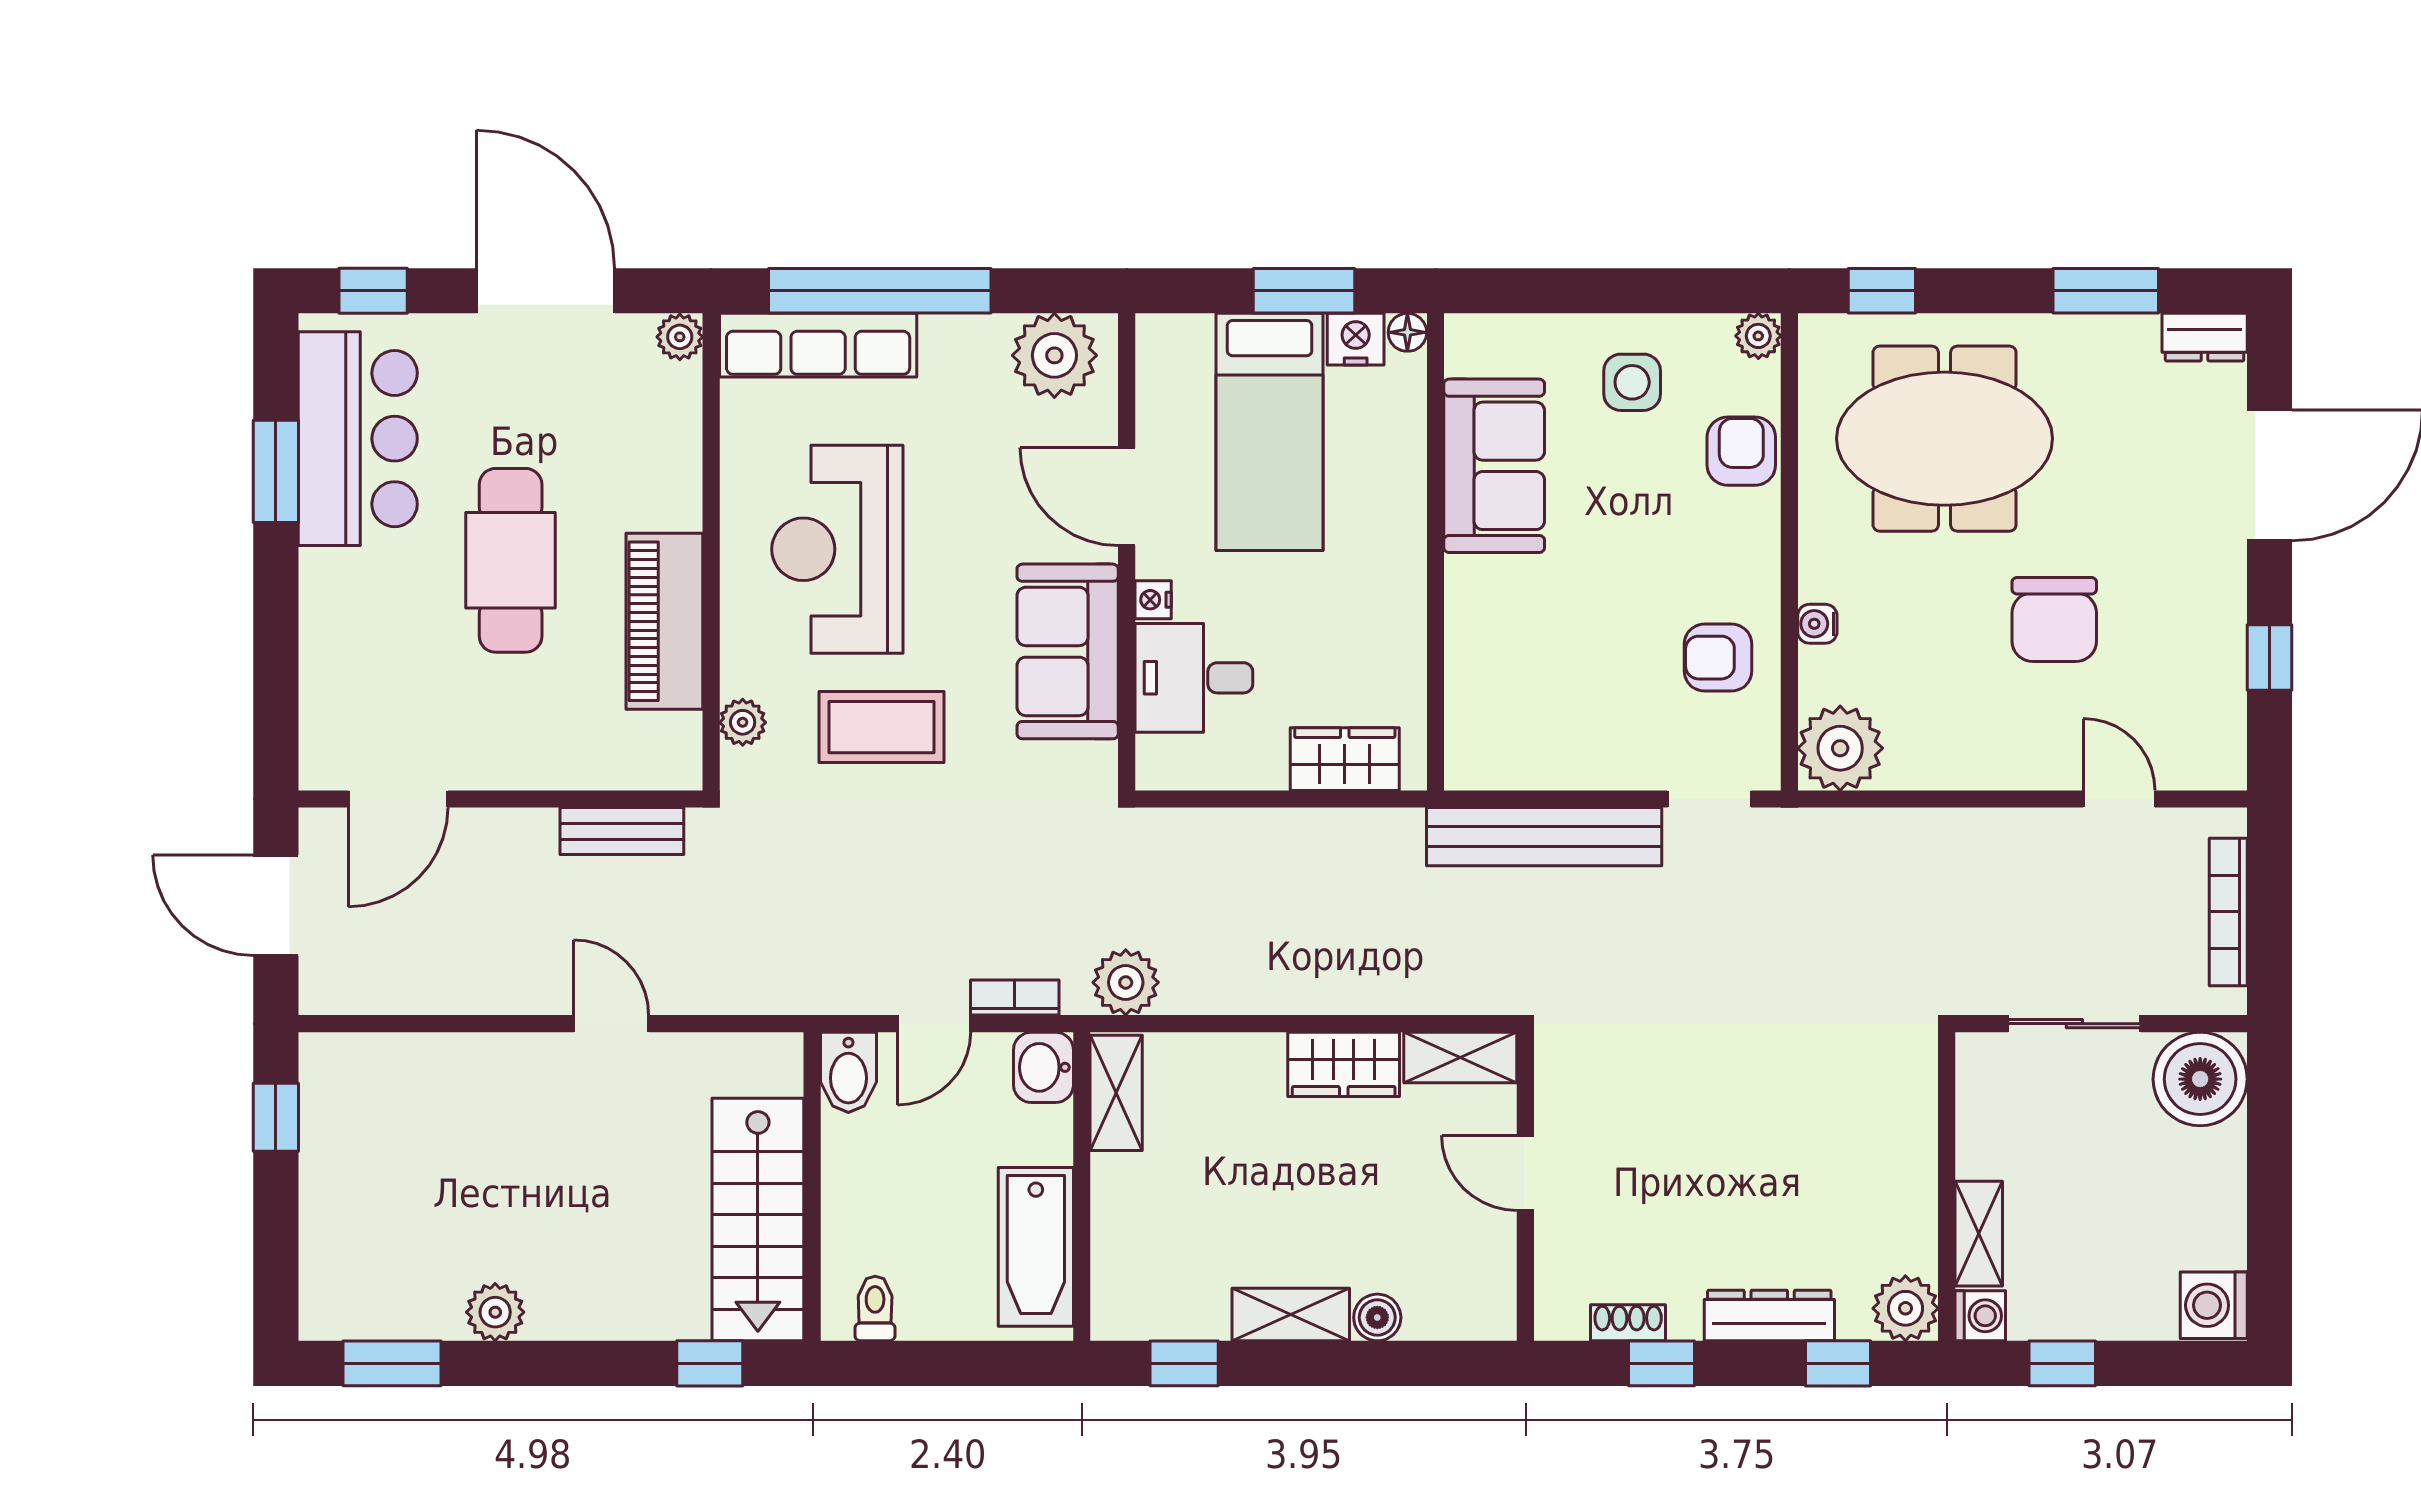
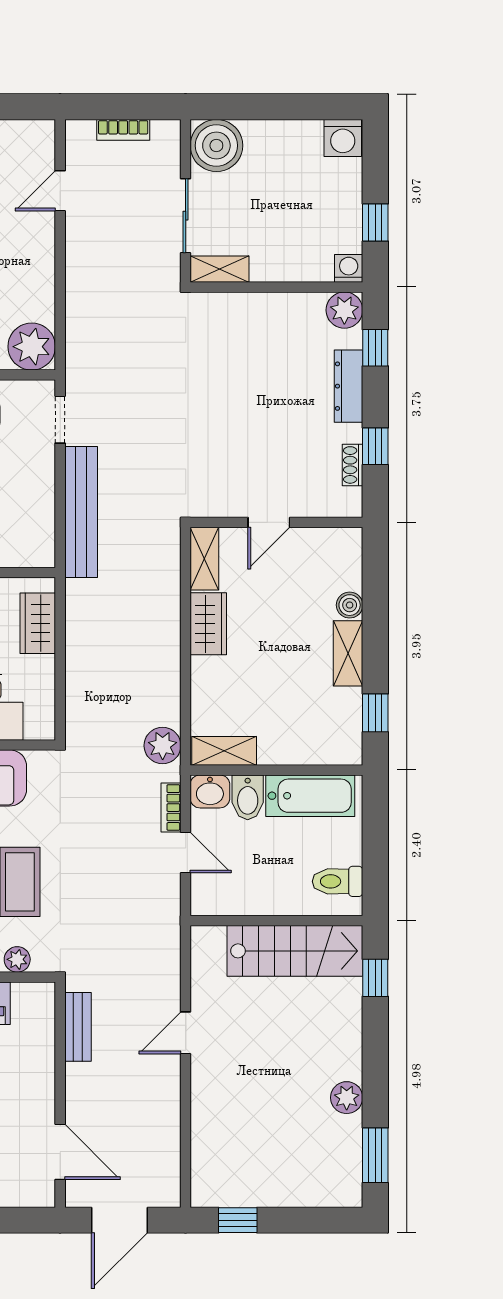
bookcase: (2228, 912) -> (123, 130), width x0.64
bidet: (848, 1072) -> (248, 797), moved, turned 90
shelving: (1979, 1234) -> (220, 269), moved
toilet: (875, 1309) -> (338, 881), width x1.37, depth x1.39

